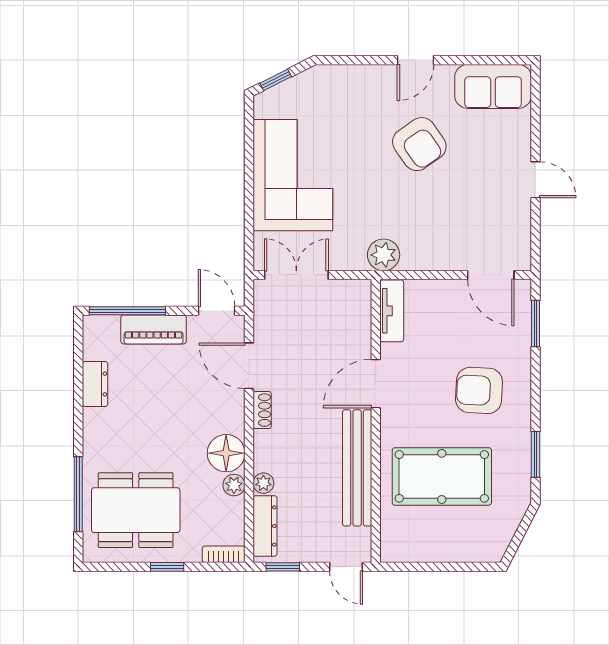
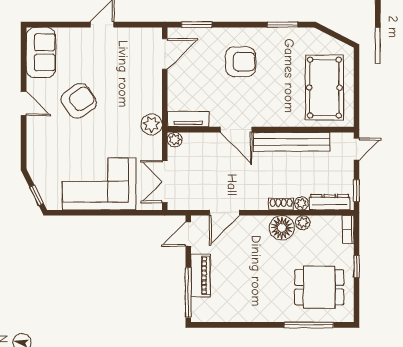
plant: (360, 290) -> (175, 140), added
dresser: (95, 384) -> (236, 314), removed
armchair: (479, 390) -> (241, 62), turned -93
shoe rack: (262, 410) -> (281, 204), moved
pool table: (442, 476) -> (324, 88), moved
dining table: (136, 510) -> (319, 287), width x0.73

